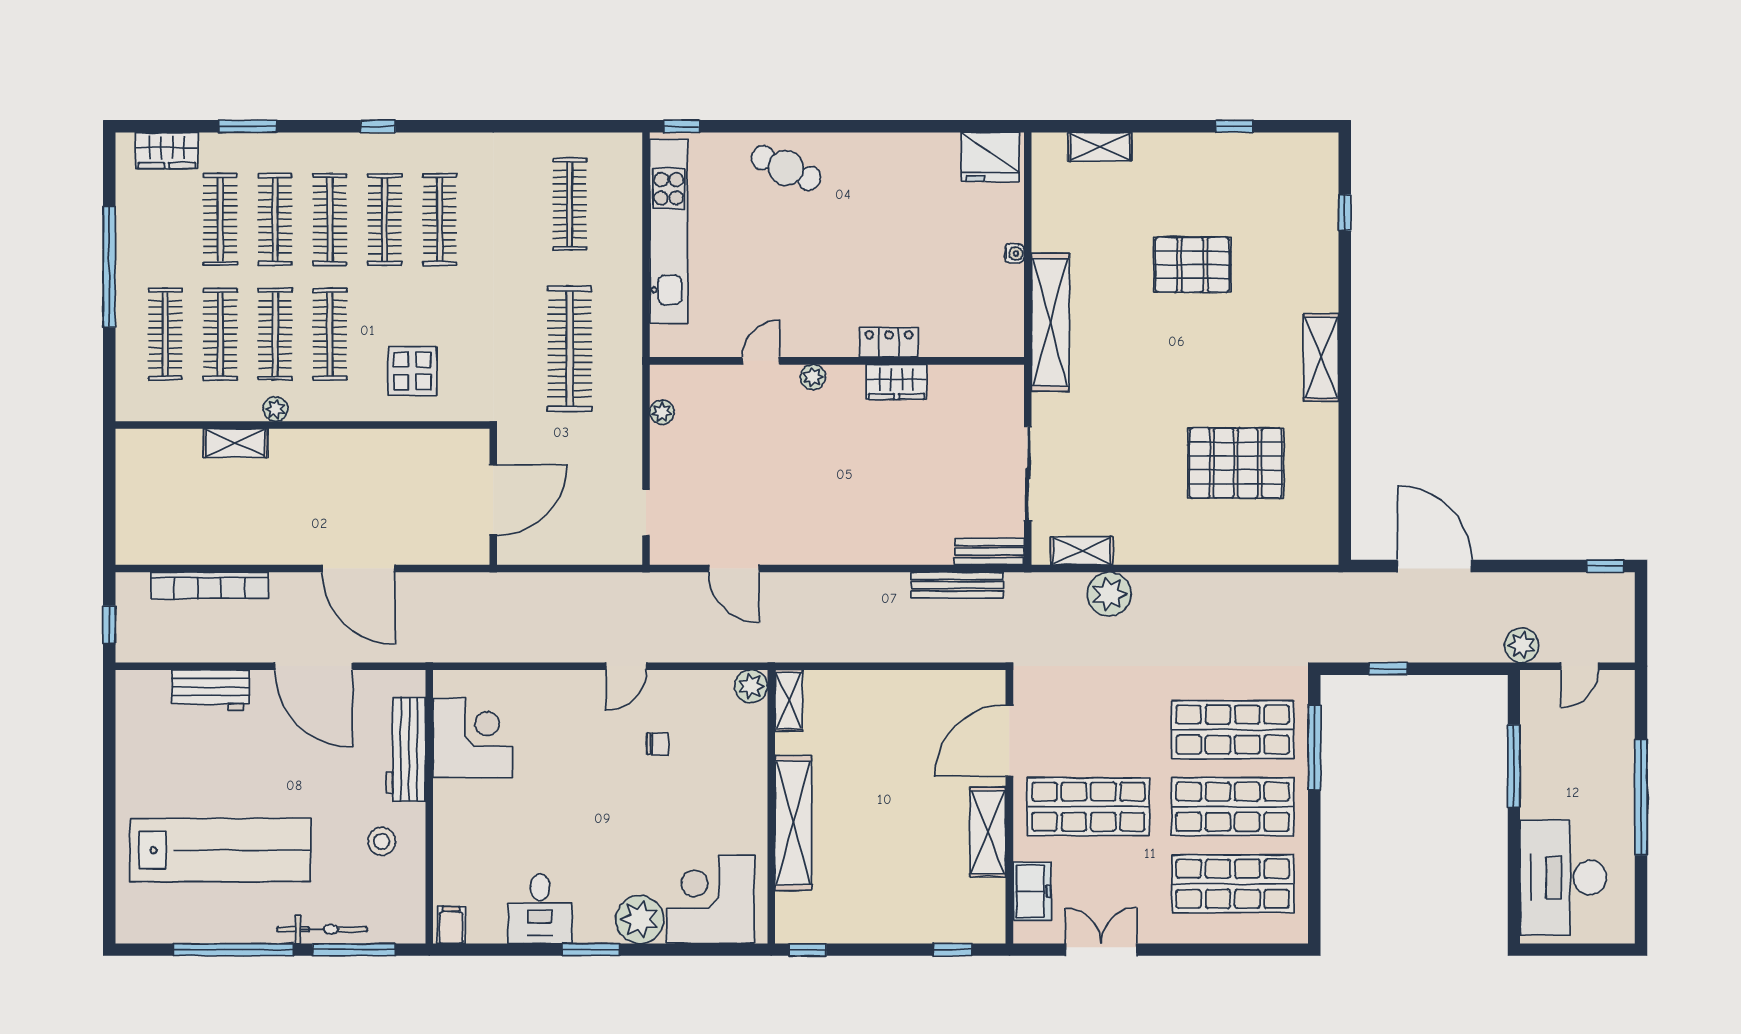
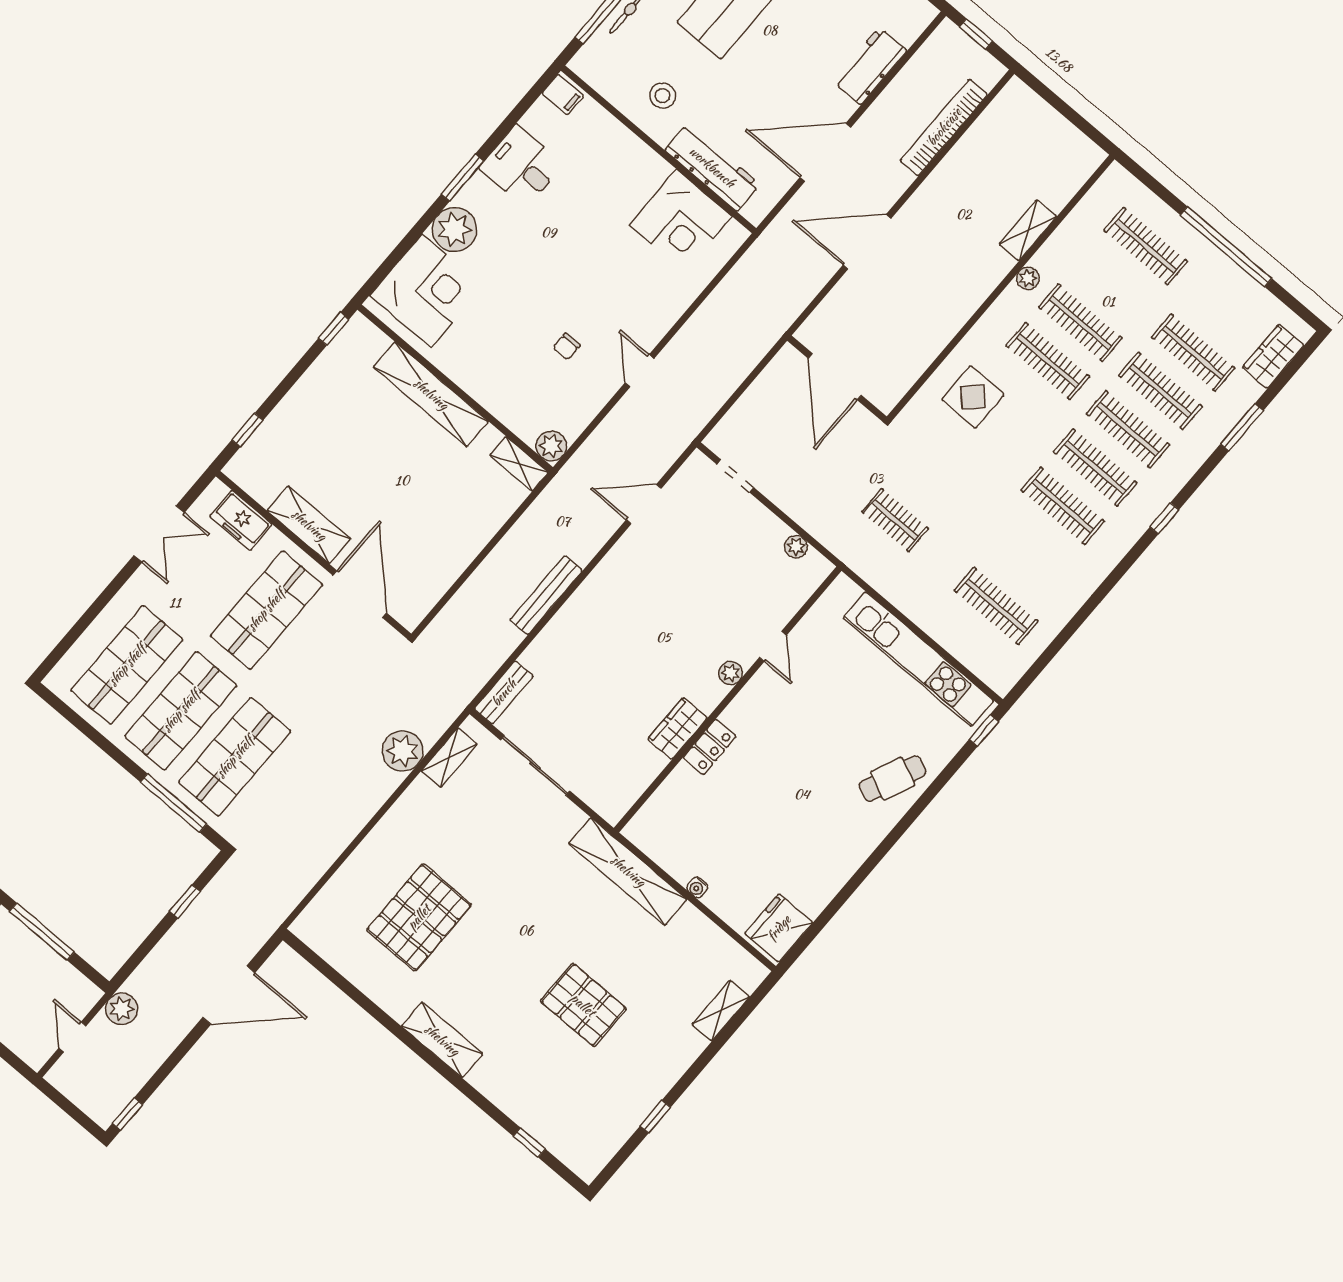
pallet: (1192, 265) -> (583, 1005), turned 90
clothes rail: (220, 334) -> (1113, 284), removed
clothes rail: (570, 349) -> (895, 520), width x0.54, depth x0.76
bench: (957, 585) -> (546, 595), moved

